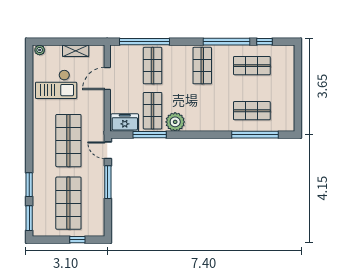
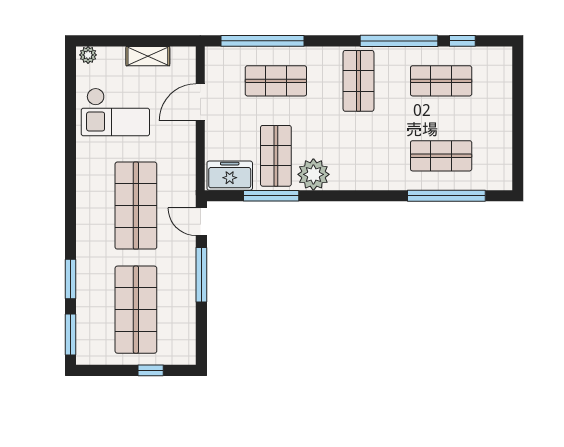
shop shelf: (153, 66) -> (276, 81), turned 90

